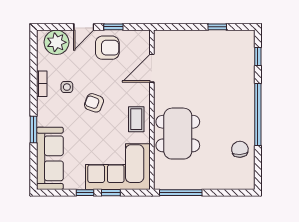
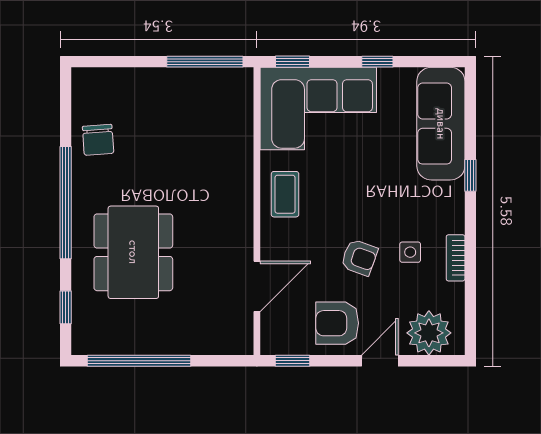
window: (113, 27) -> (292, 361), moved
window: (217, 27) -> (139, 361), width x3.17
armchair: (94, 103) -> (359, 257), moved
window: (34, 130) -> (470, 175), width x0.67
dining table: (178, 134) -> (133, 252), moved
window: (111, 193) -> (293, 62), moved

